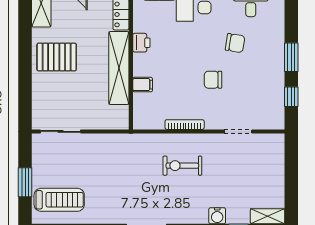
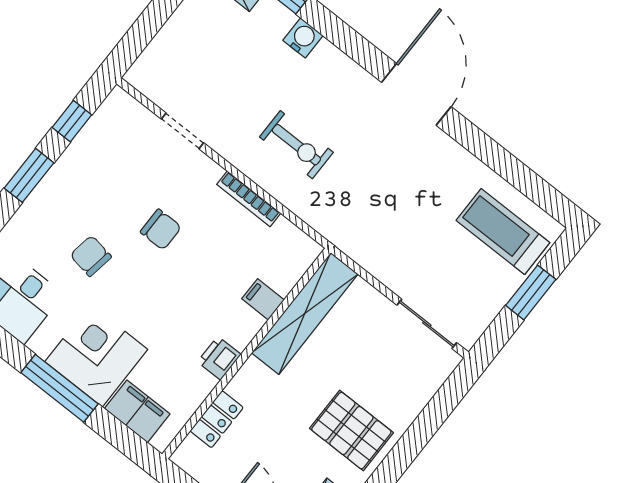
shelving: (119, 68) -> (305, 314), moved

